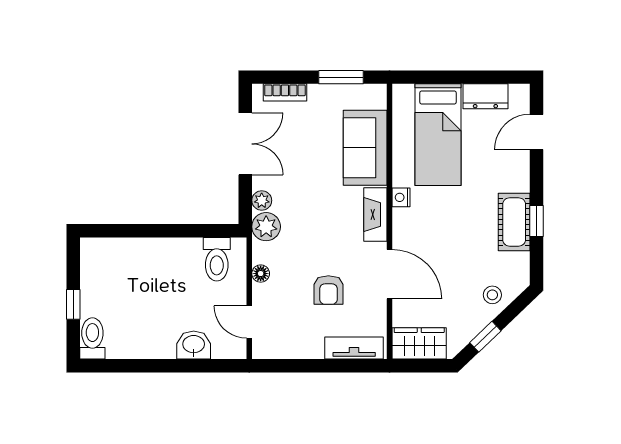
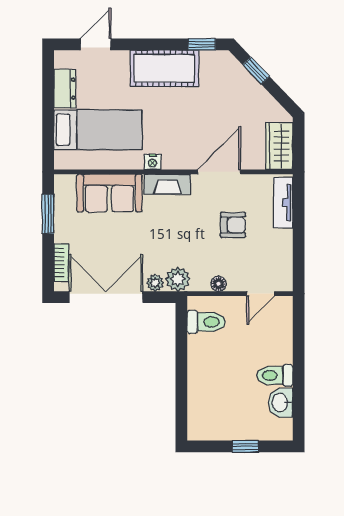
door: (536, 132) -> (96, 44), swing flipped
double door: (245, 144) -> (106, 297), width x1.37
window: (536, 221) -> (202, 44), moved
cot: (514, 222) -> (165, 68), width x1.37, depth x1.34
stool: (492, 295) -> (237, 83), removed
window: (485, 337) -> (256, 71), moved
toilet: (92, 338) -> (275, 375), moved
washbasin: (194, 345) -> (281, 403), moved

